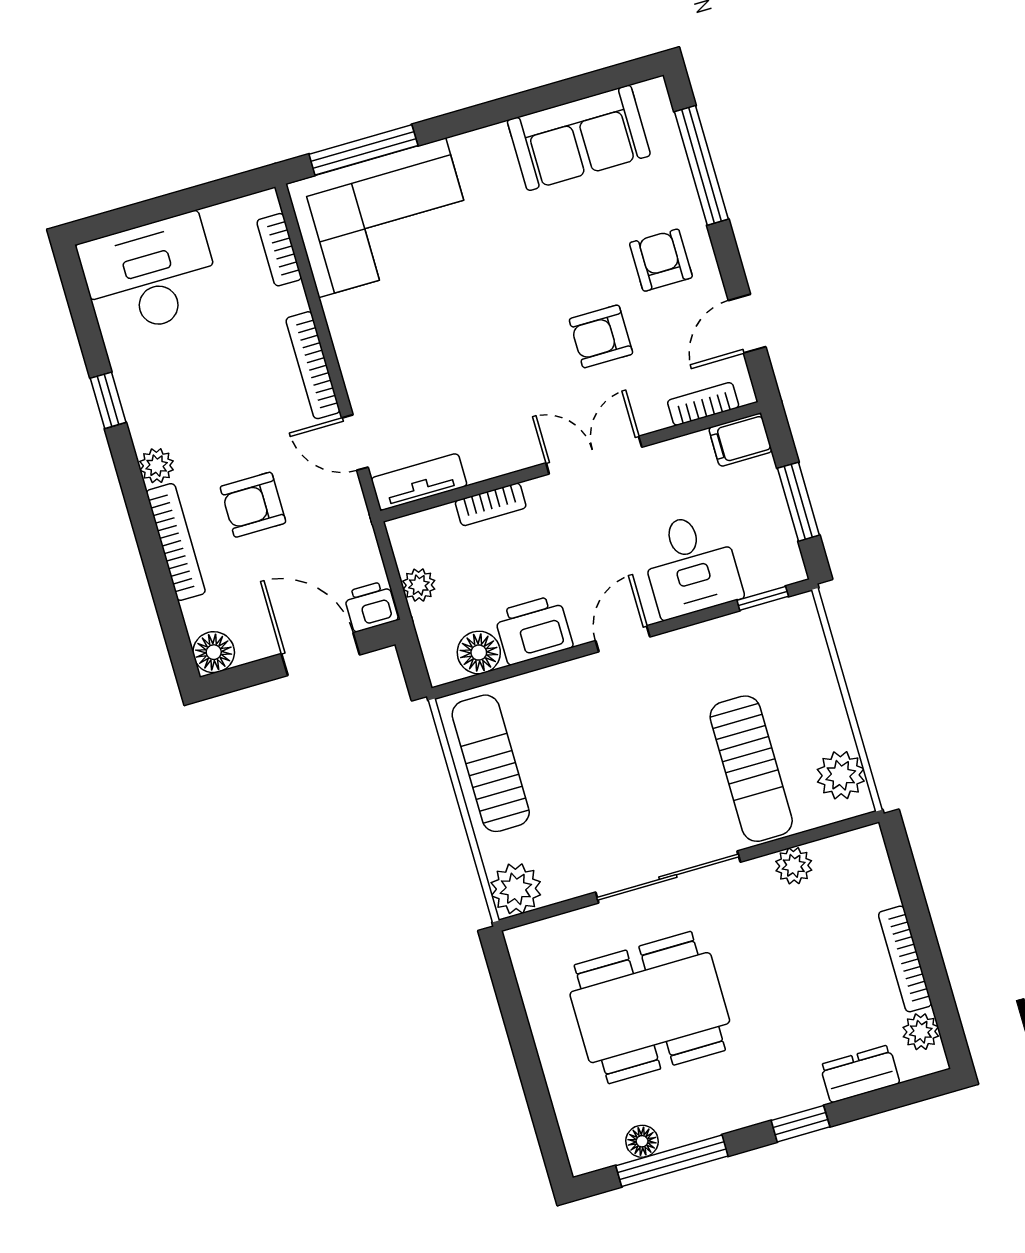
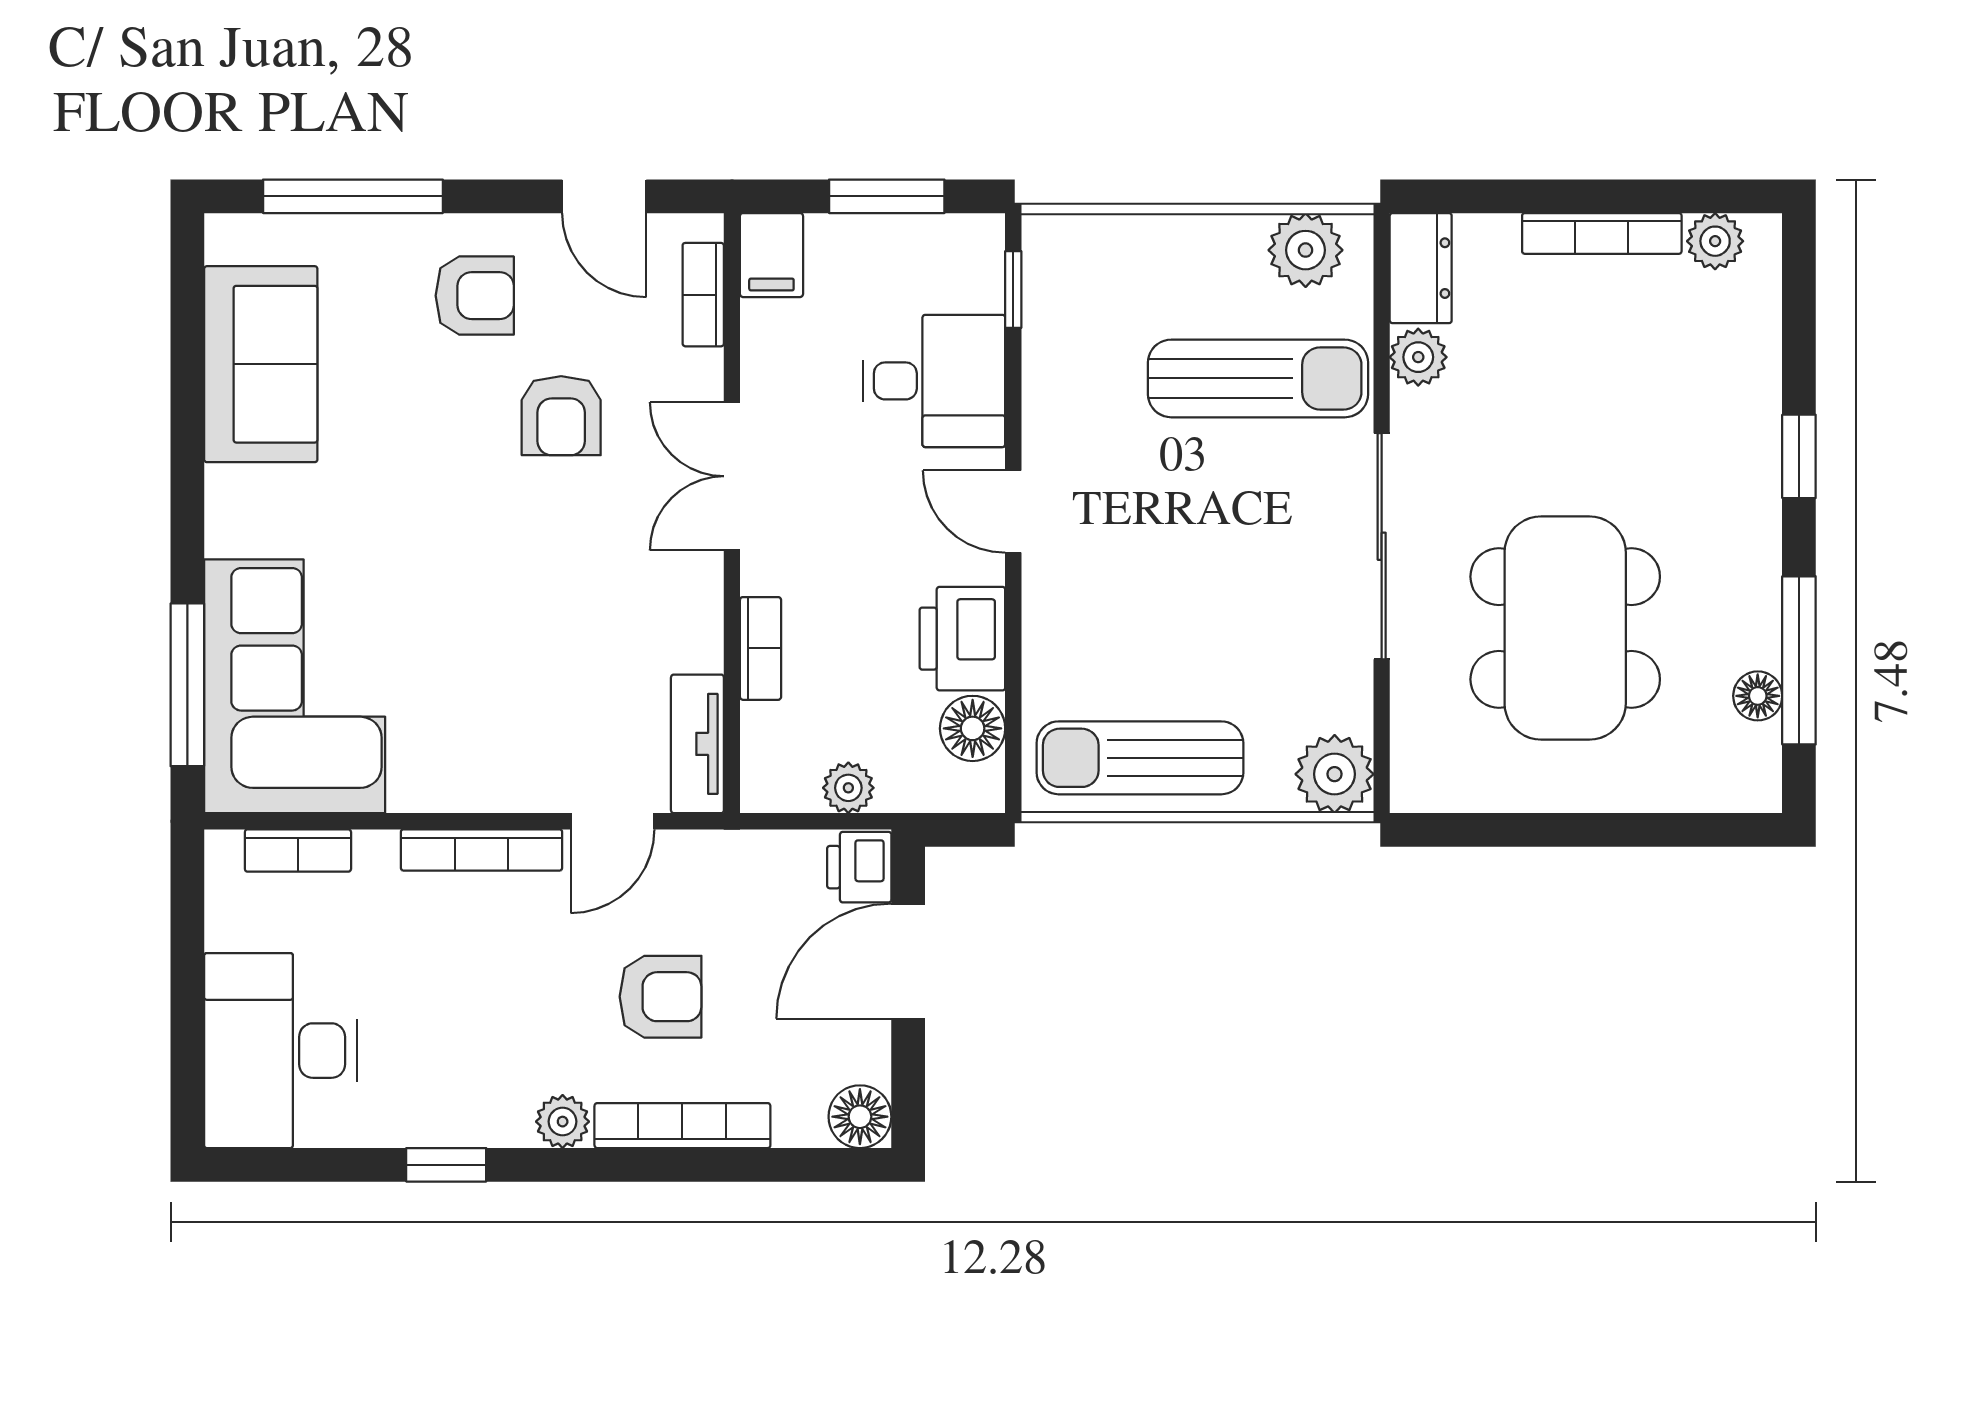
armchair: (661, 260) -> (475, 296), turned 180
armchair: (253, 505) -> (661, 997), turned -90
dresser: (860, 1074) -> (1421, 268), moved, turned 180

